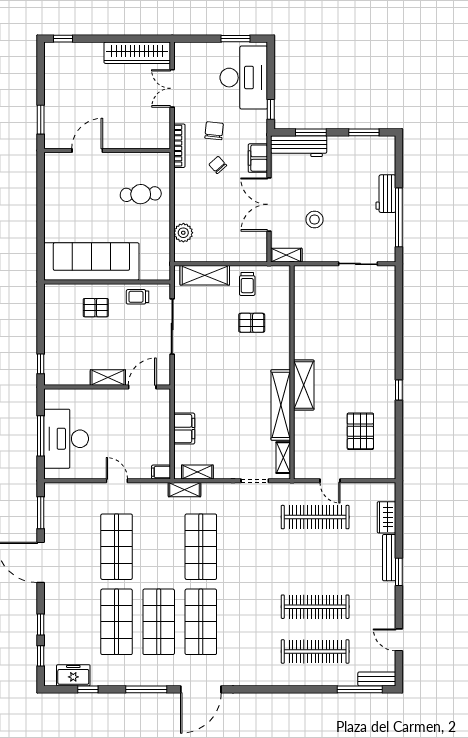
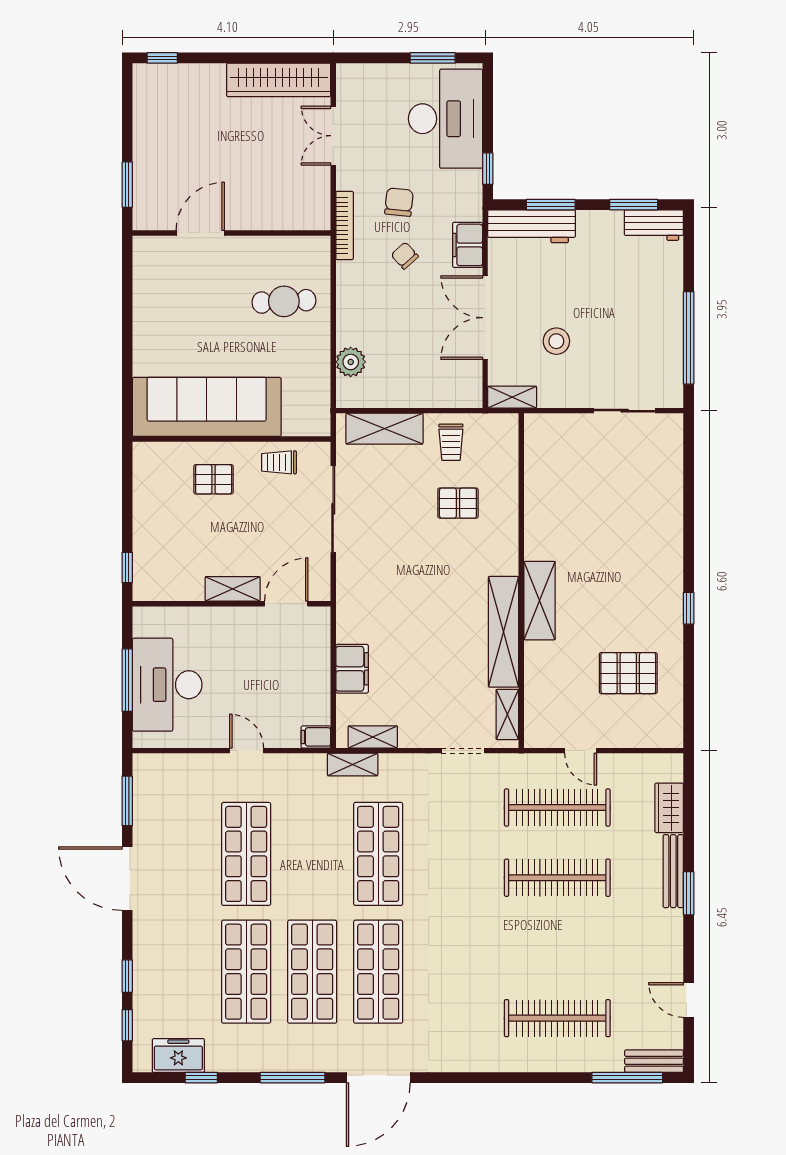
workbench: (386, 194) -> (654, 225), moved, turned -90
pallet: (360, 431) -> (628, 673), turned 90
clothes rail: (315, 607) -> (557, 878), moved

